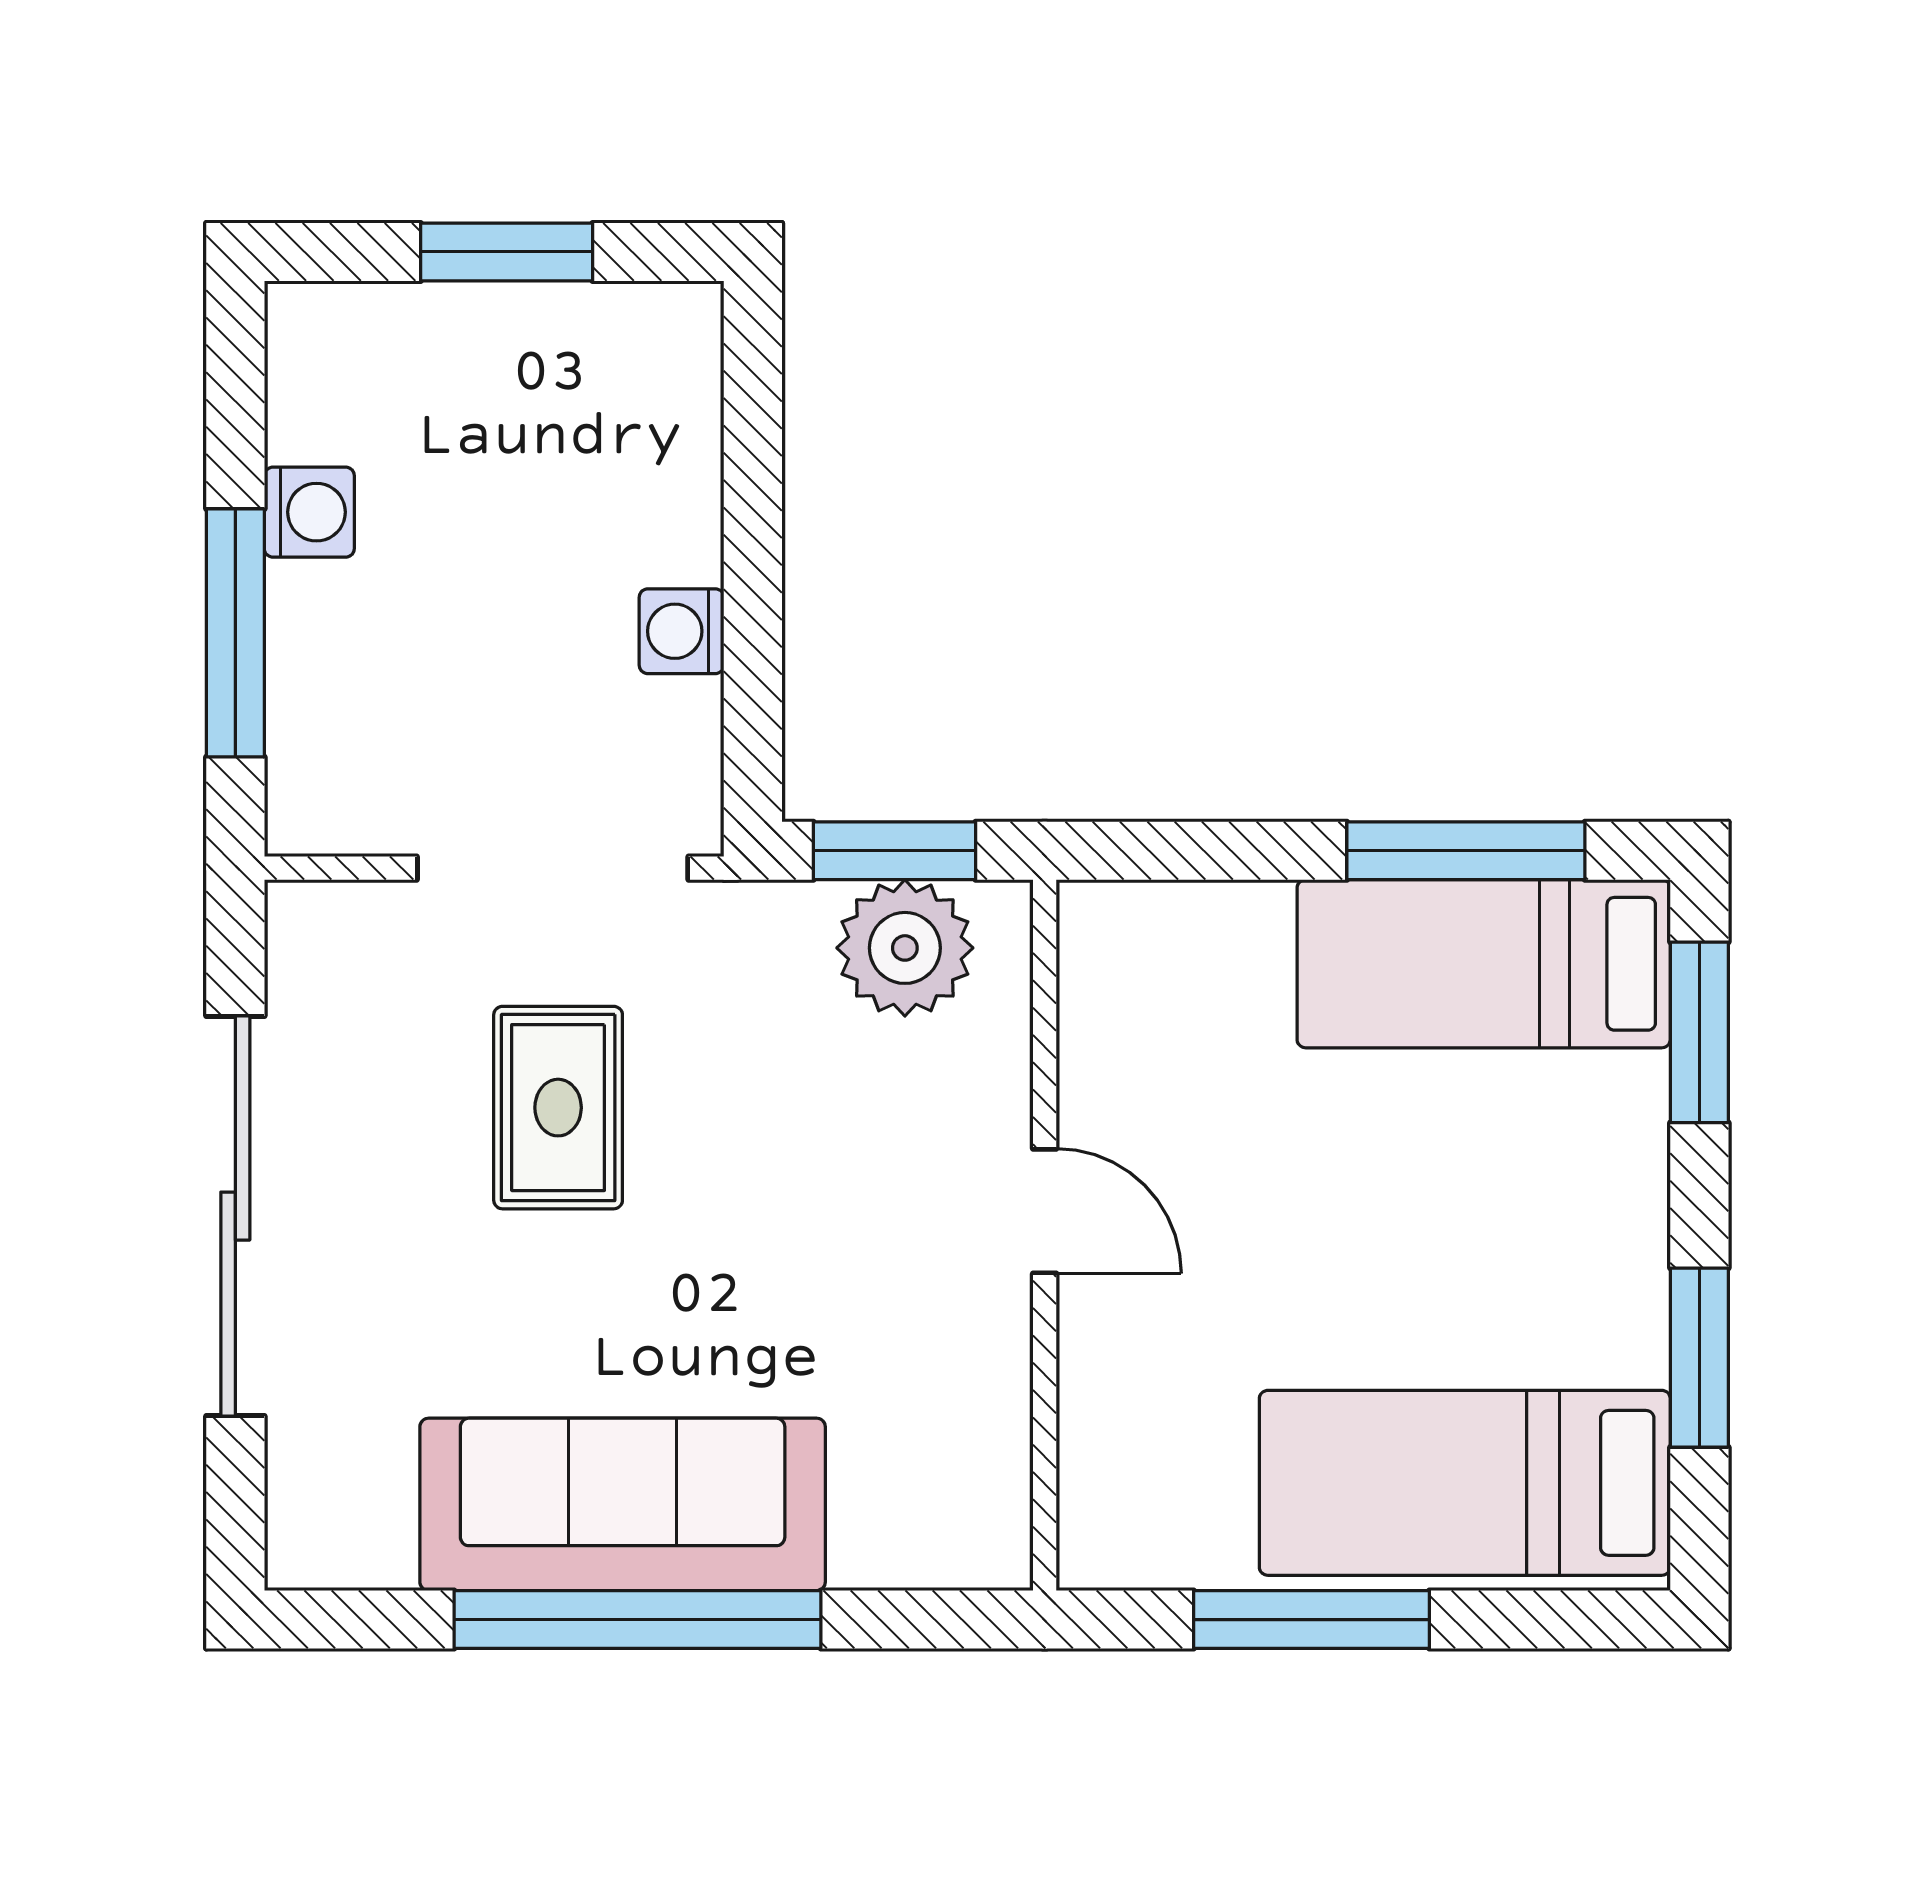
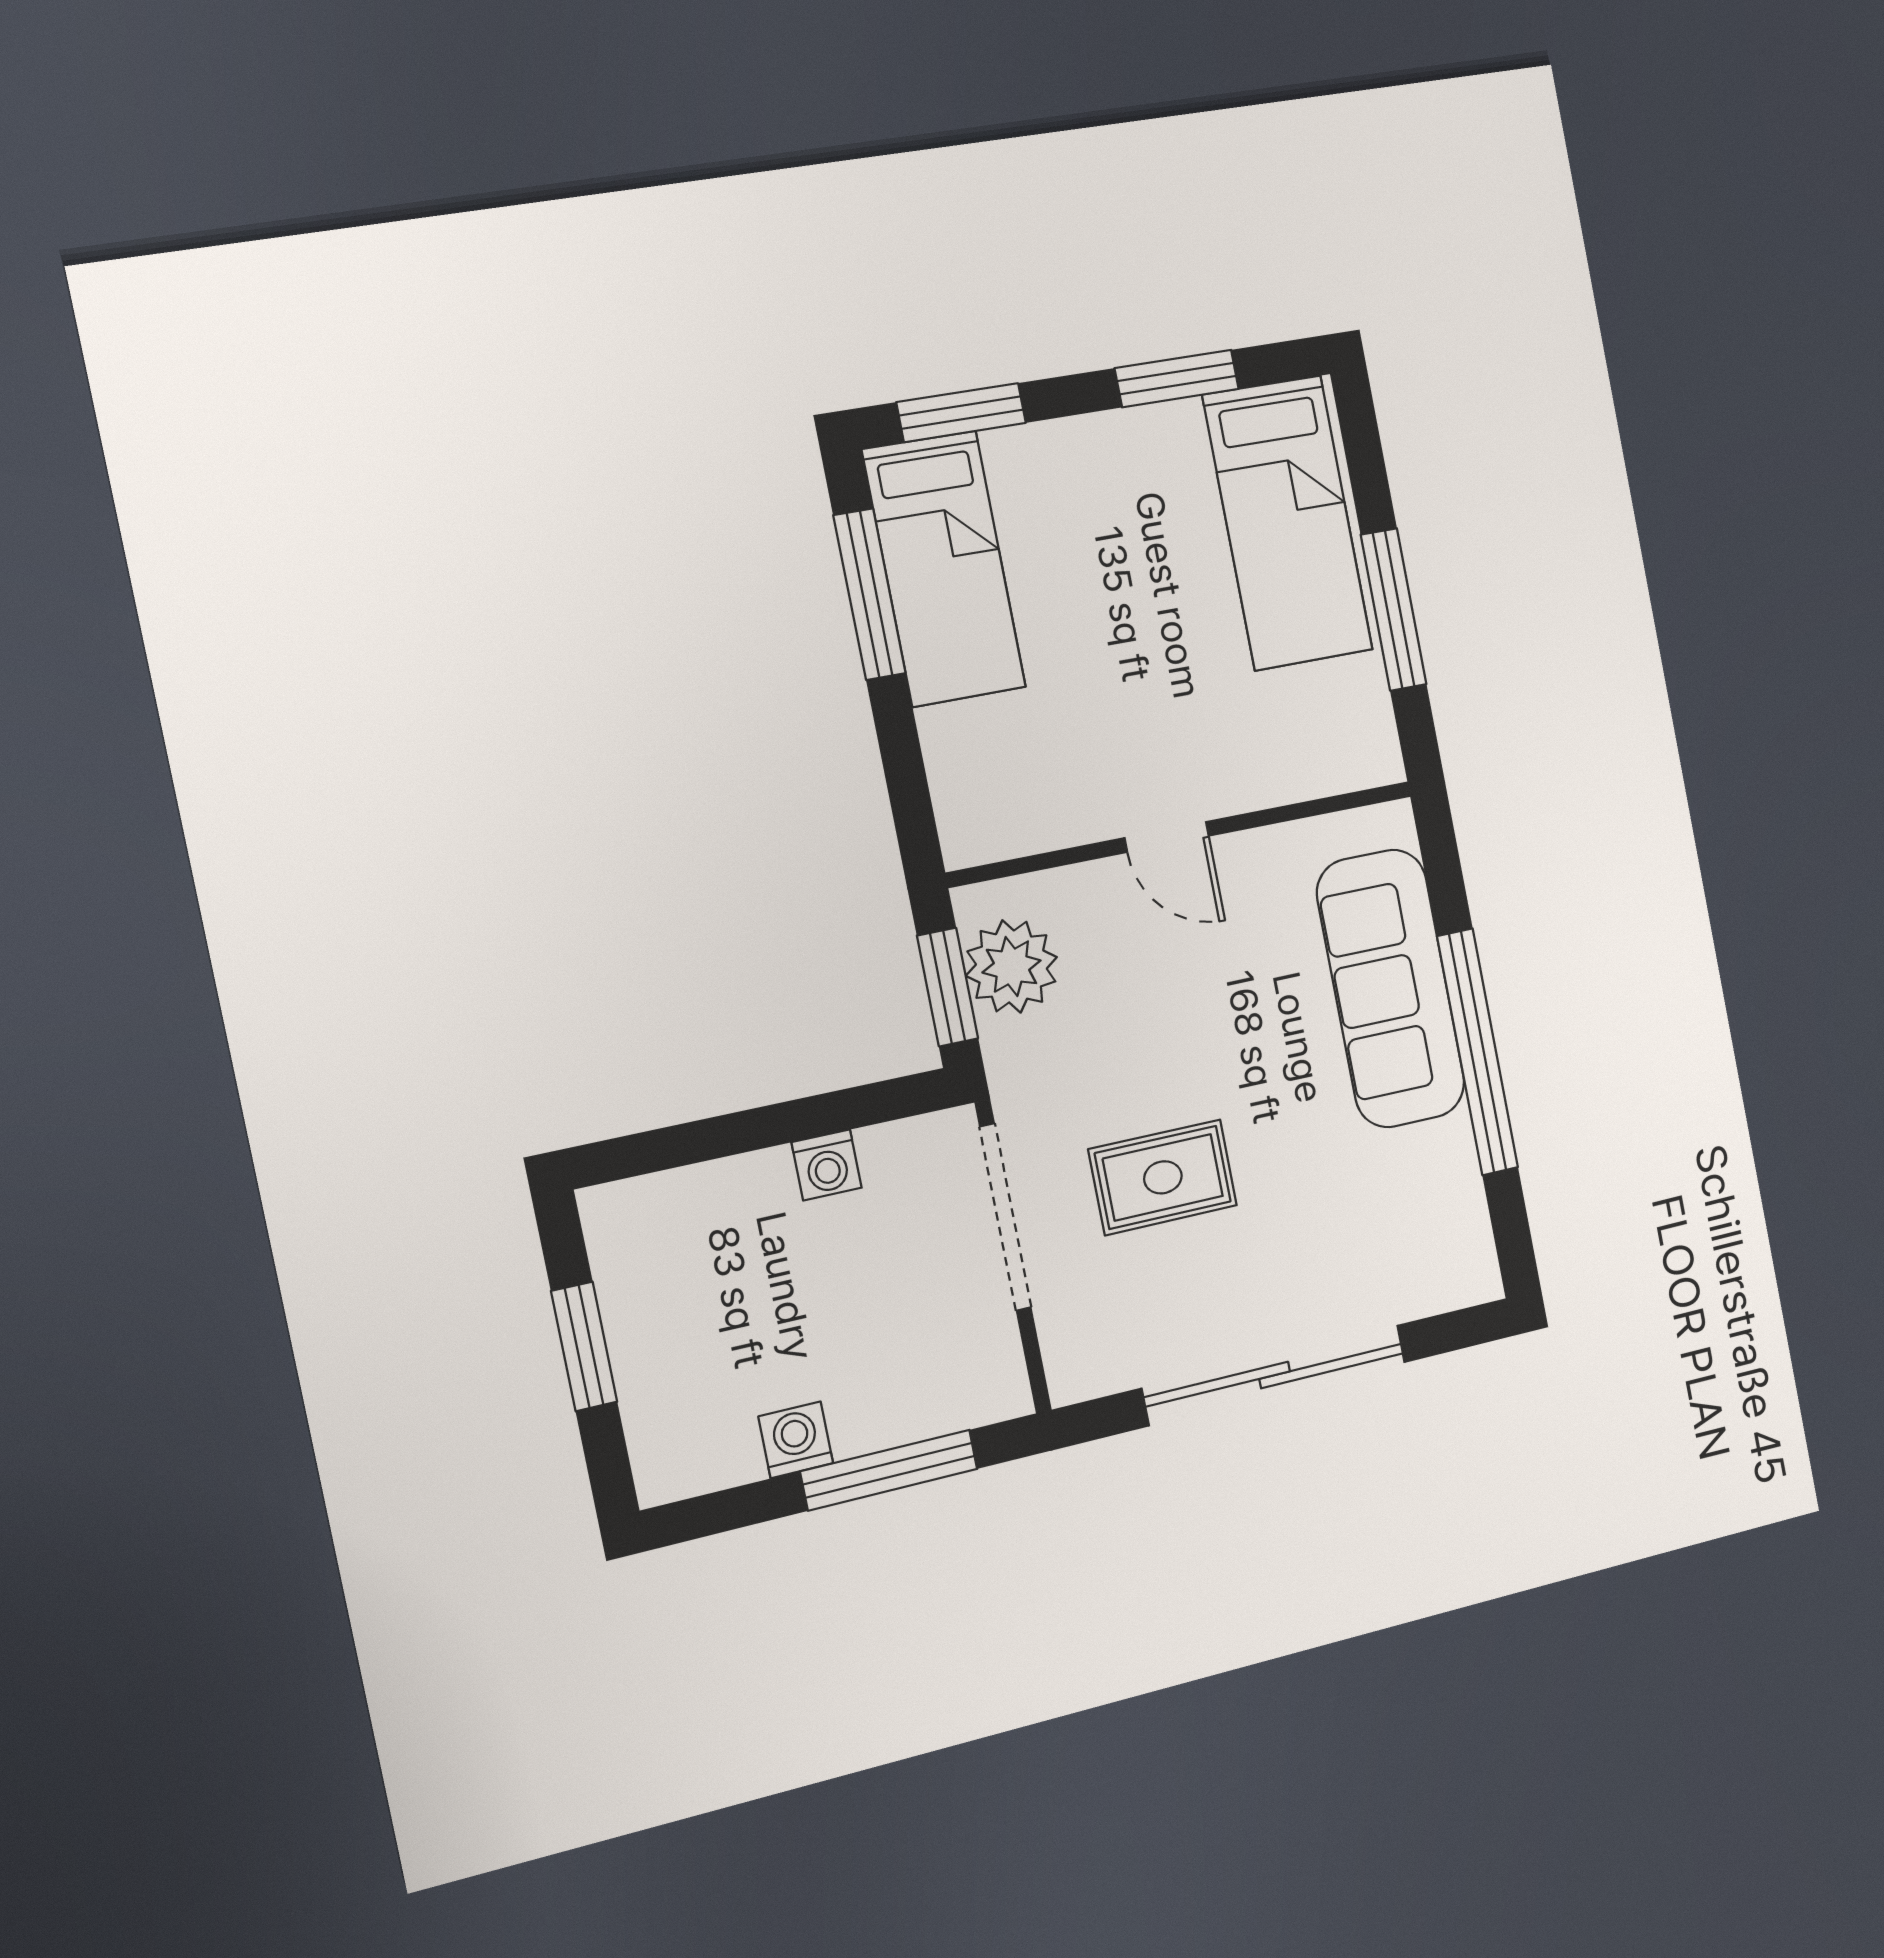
door: (1045, 1211) -> (1167, 837), swing flipped
sofa: (623, 1504) -> (1391, 988), moved

